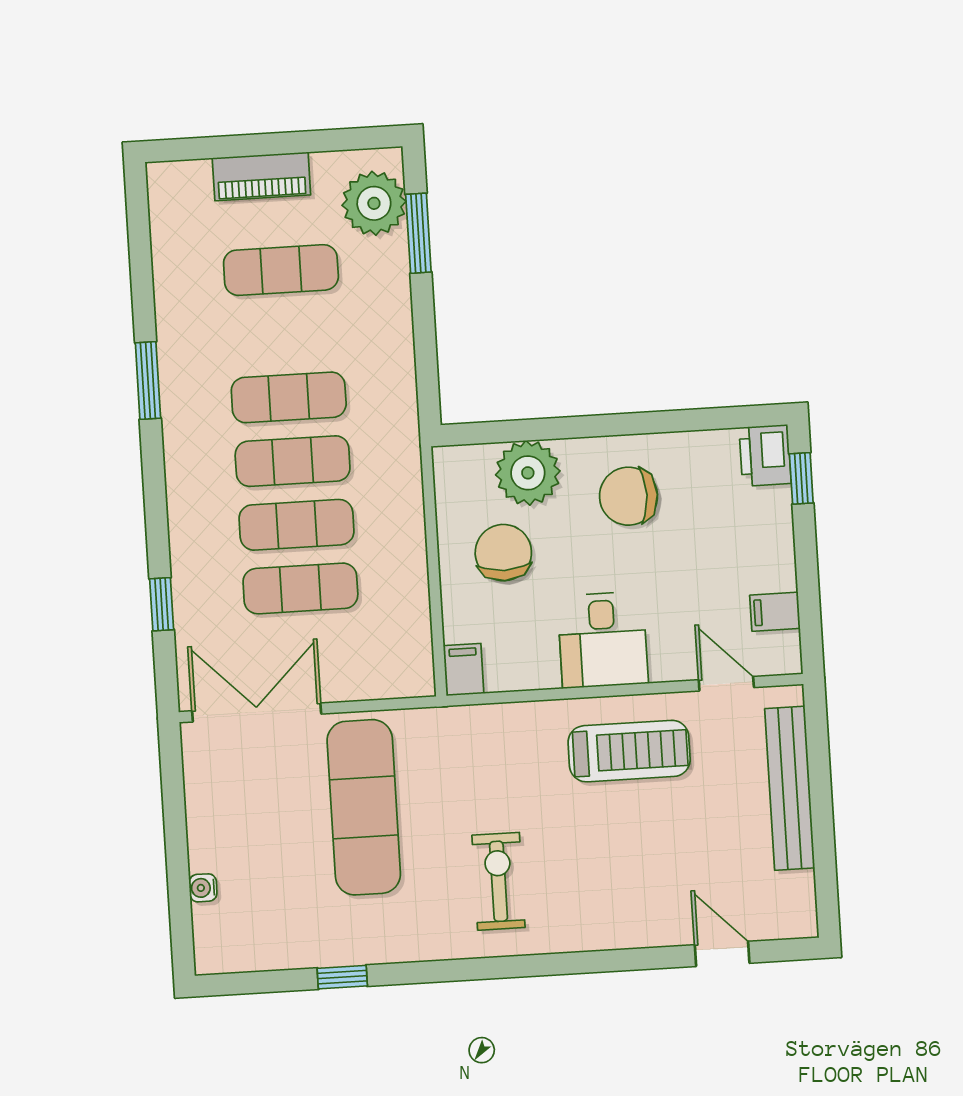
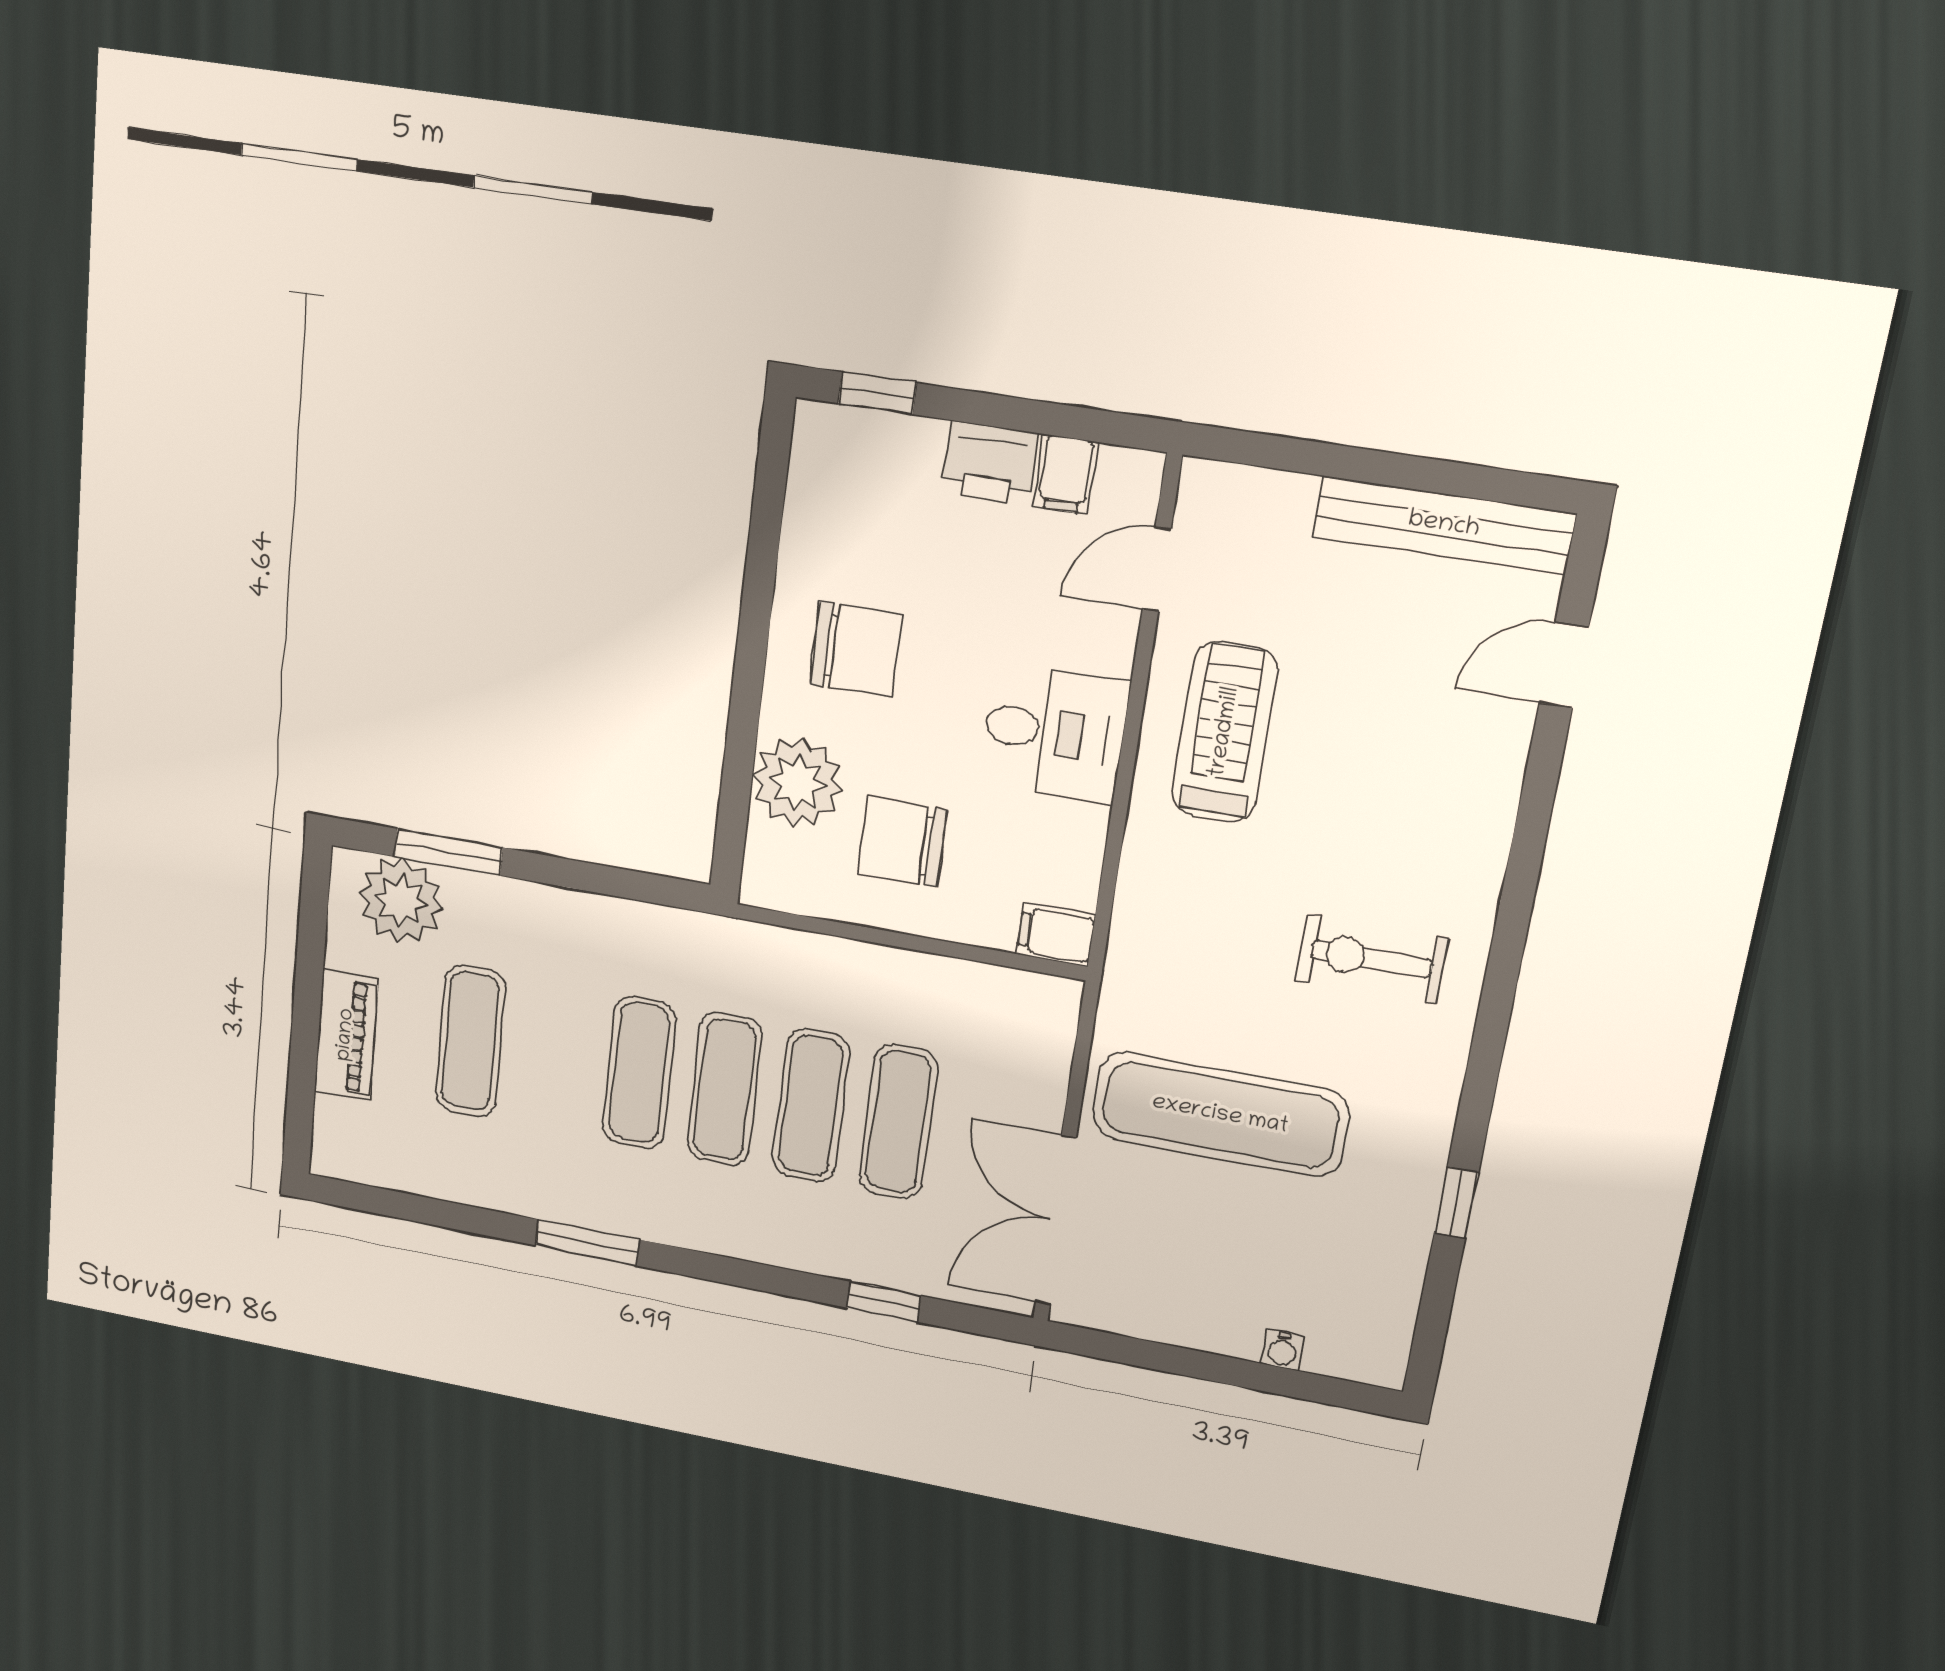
printer: (765, 455) -> (990, 463), moved
chair: (628, 496) -> (856, 650), turned -90
bench: (790, 788) -> (1444, 525), moved

